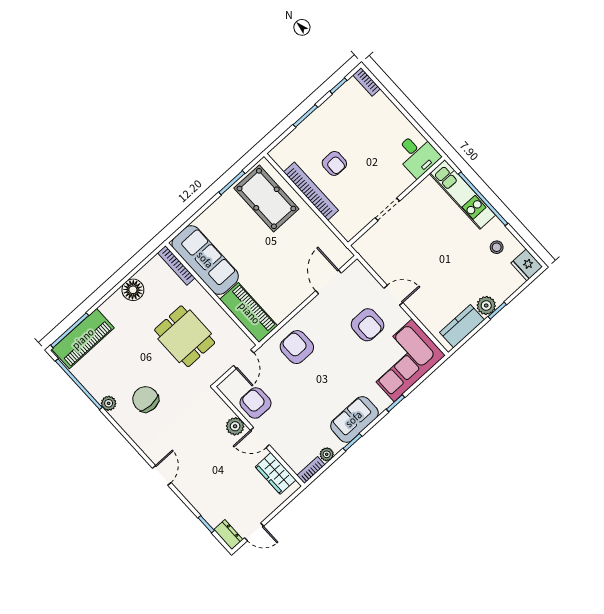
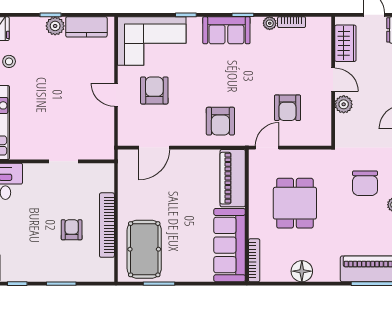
plant: (235, 426) -> (344, 104), moved
wall: (259, 436) -> (333, 81), moved
door: (260, 438) -> (333, 80), moved
wardrobe: (276, 473) -> (345, 43), moved

